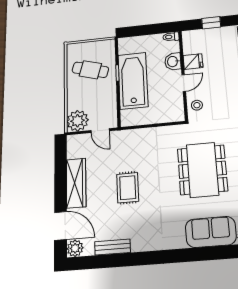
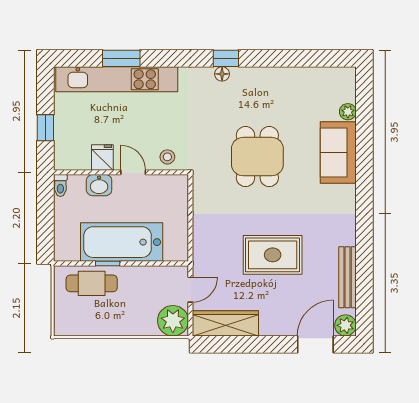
cafe table: (90, 70) -> (92, 283), moved, turned 74
dining table: (202, 170) -> (257, 157), width x0.73
wardrobe: (76, 183) -> (225, 323), moved
rug: (128, 188) -> (273, 255), width x1.36, depth x1.43
bench: (112, 247) -> (348, 277), width x1.36

